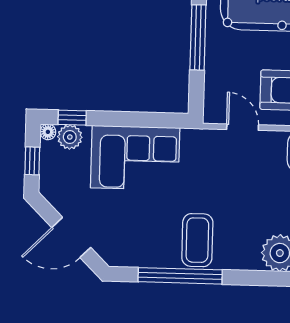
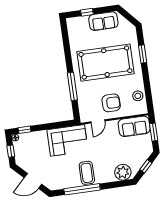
door: (243, 127) -> (98, 121), swing flipped
plant: (70, 137) -> (25, 138), removed
corner sofa: (135, 158) -> (67, 140), moved

